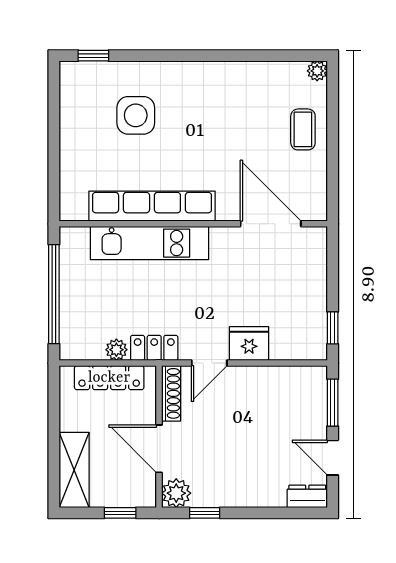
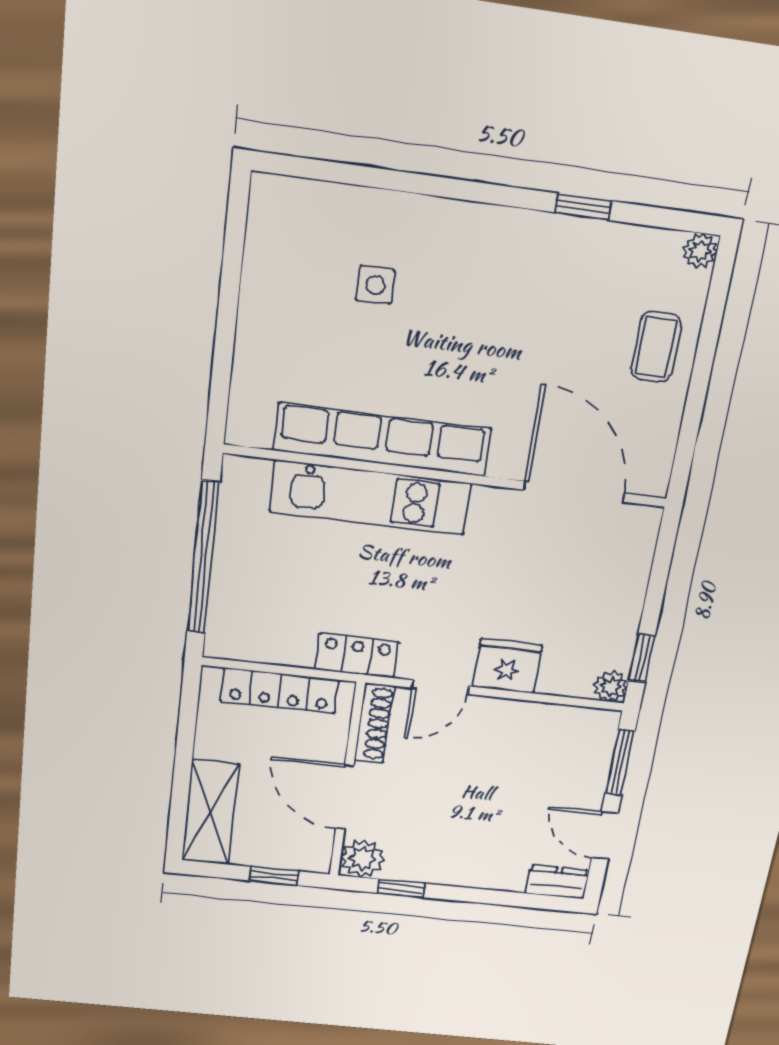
window: (93, 56) -> (583, 207), moved
side table: (136, 115) -> (375, 285), width x0.54, depth x0.54
plant: (116, 350) -> (611, 686), moved

